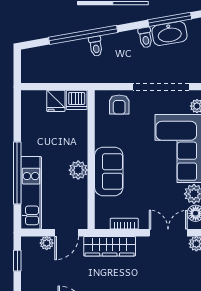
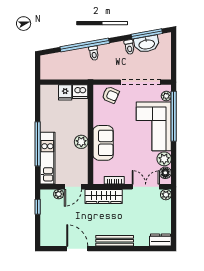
armchair: (119, 105) -> (111, 95), turned -66

